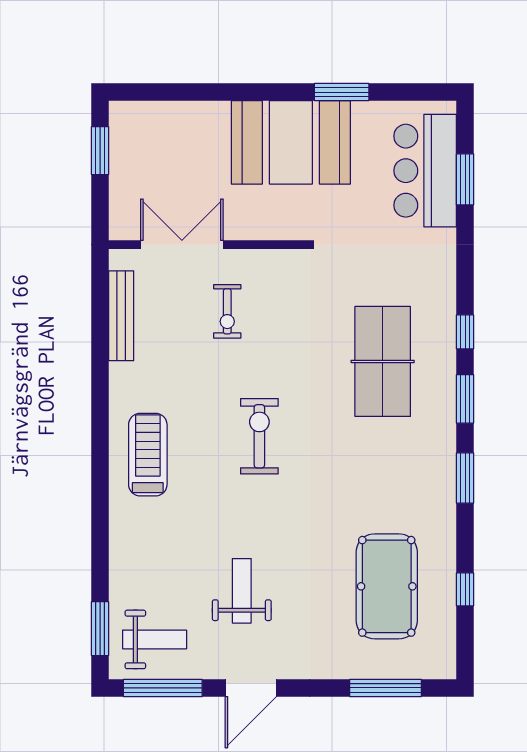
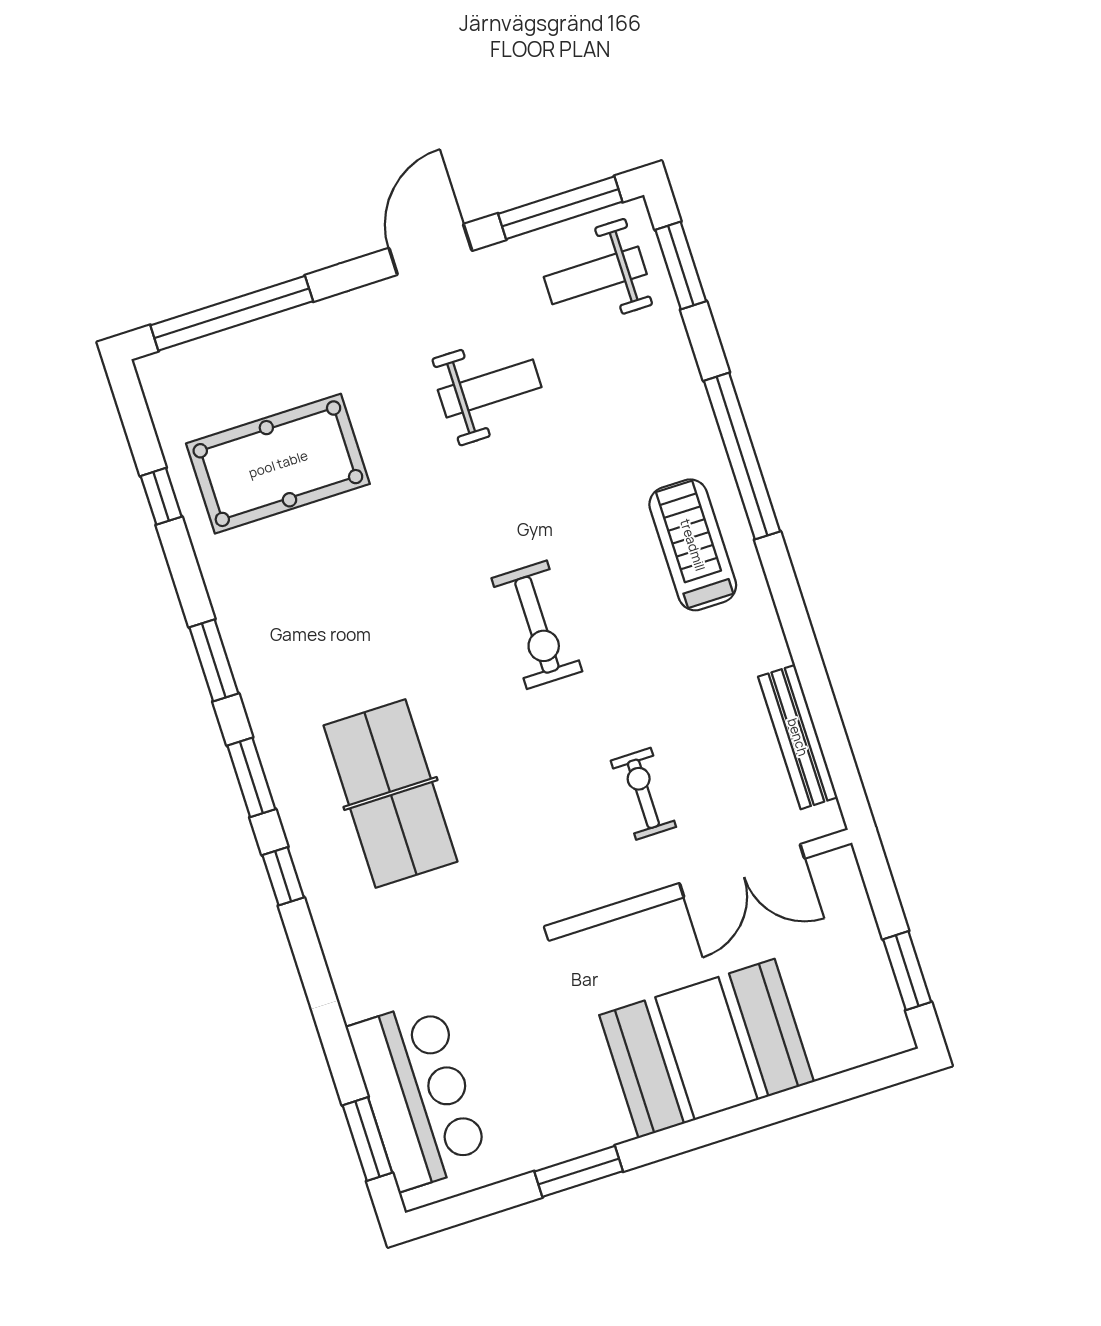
booth: (291, 142) -> (707, 1048), moved
window: (465, 179) -> (367, 1139), moved
treadmill: (148, 455) -> (693, 545), turned 180
window: (100, 499) -> (742, 456), added
pool table: (387, 586) -> (278, 464), turned 90
weight bench: (242, 591) -> (490, 388), turned -90
window: (385, 688) -> (232, 313), width x1.46

